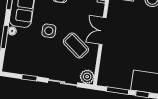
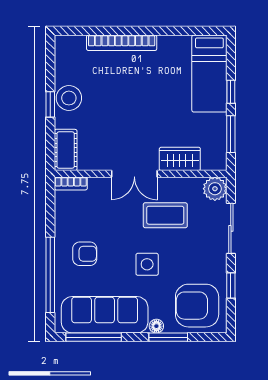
coffee table: (76, 46) -> (165, 215), turned 52
armchair: (21, 56) -> (197, 306), added
wardrobe: (107, 59) -> (180, 159), added

